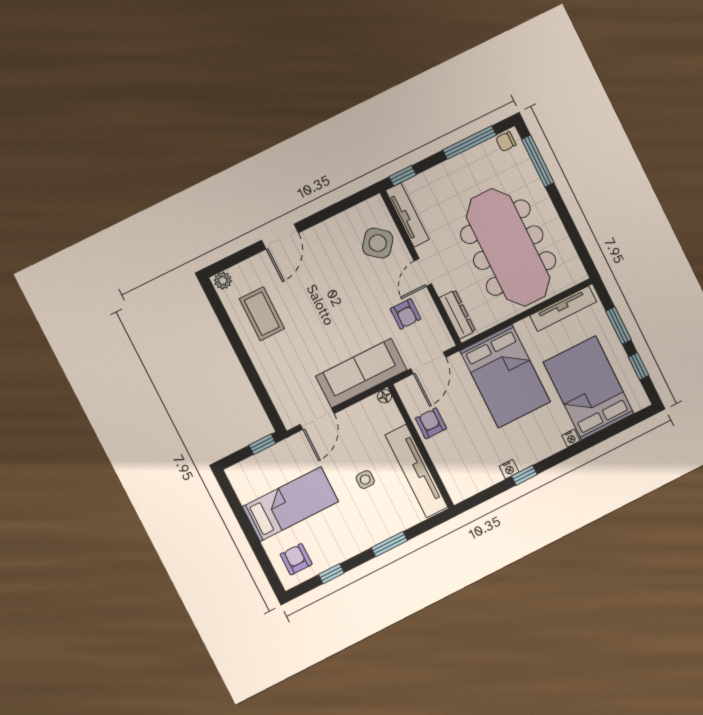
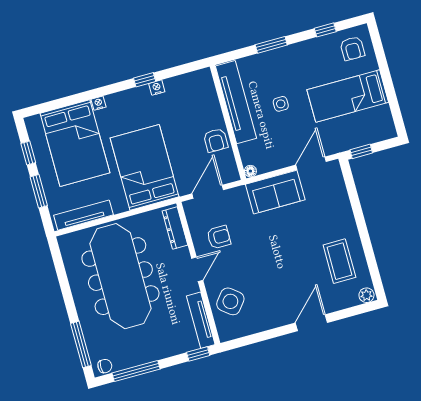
armchair: (406, 314) -> (219, 237), turned 90
sofa: (361, 373) -> (275, 192), width x0.73

